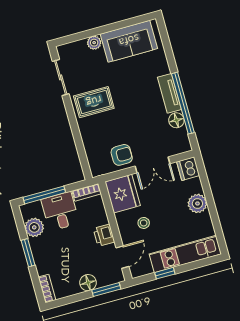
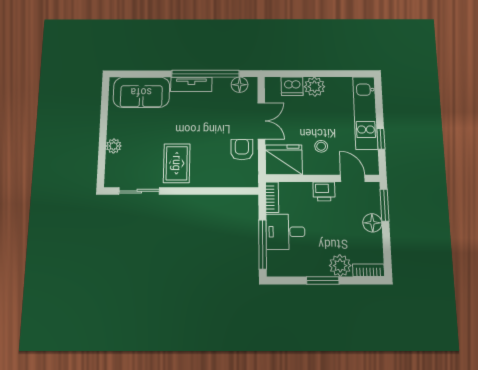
sofa: (129, 41) -> (141, 92), moved, turned 90
floor lamp: (176, 120) -> (240, 85), moved
dishwasher: (188, 169) -> (292, 86), moved
plant: (34, 227) -> (340, 266), moved

